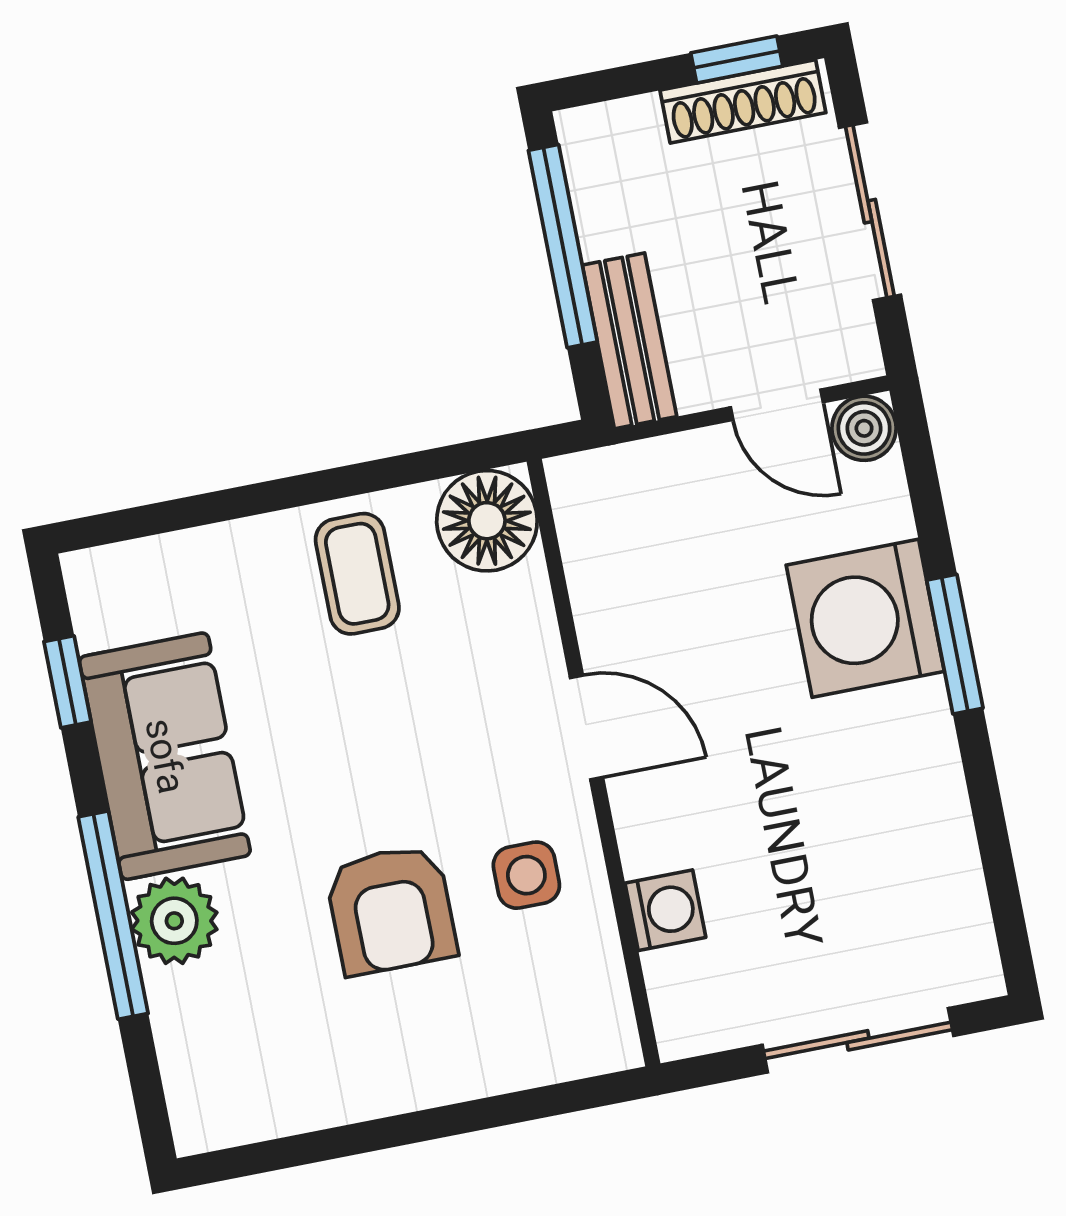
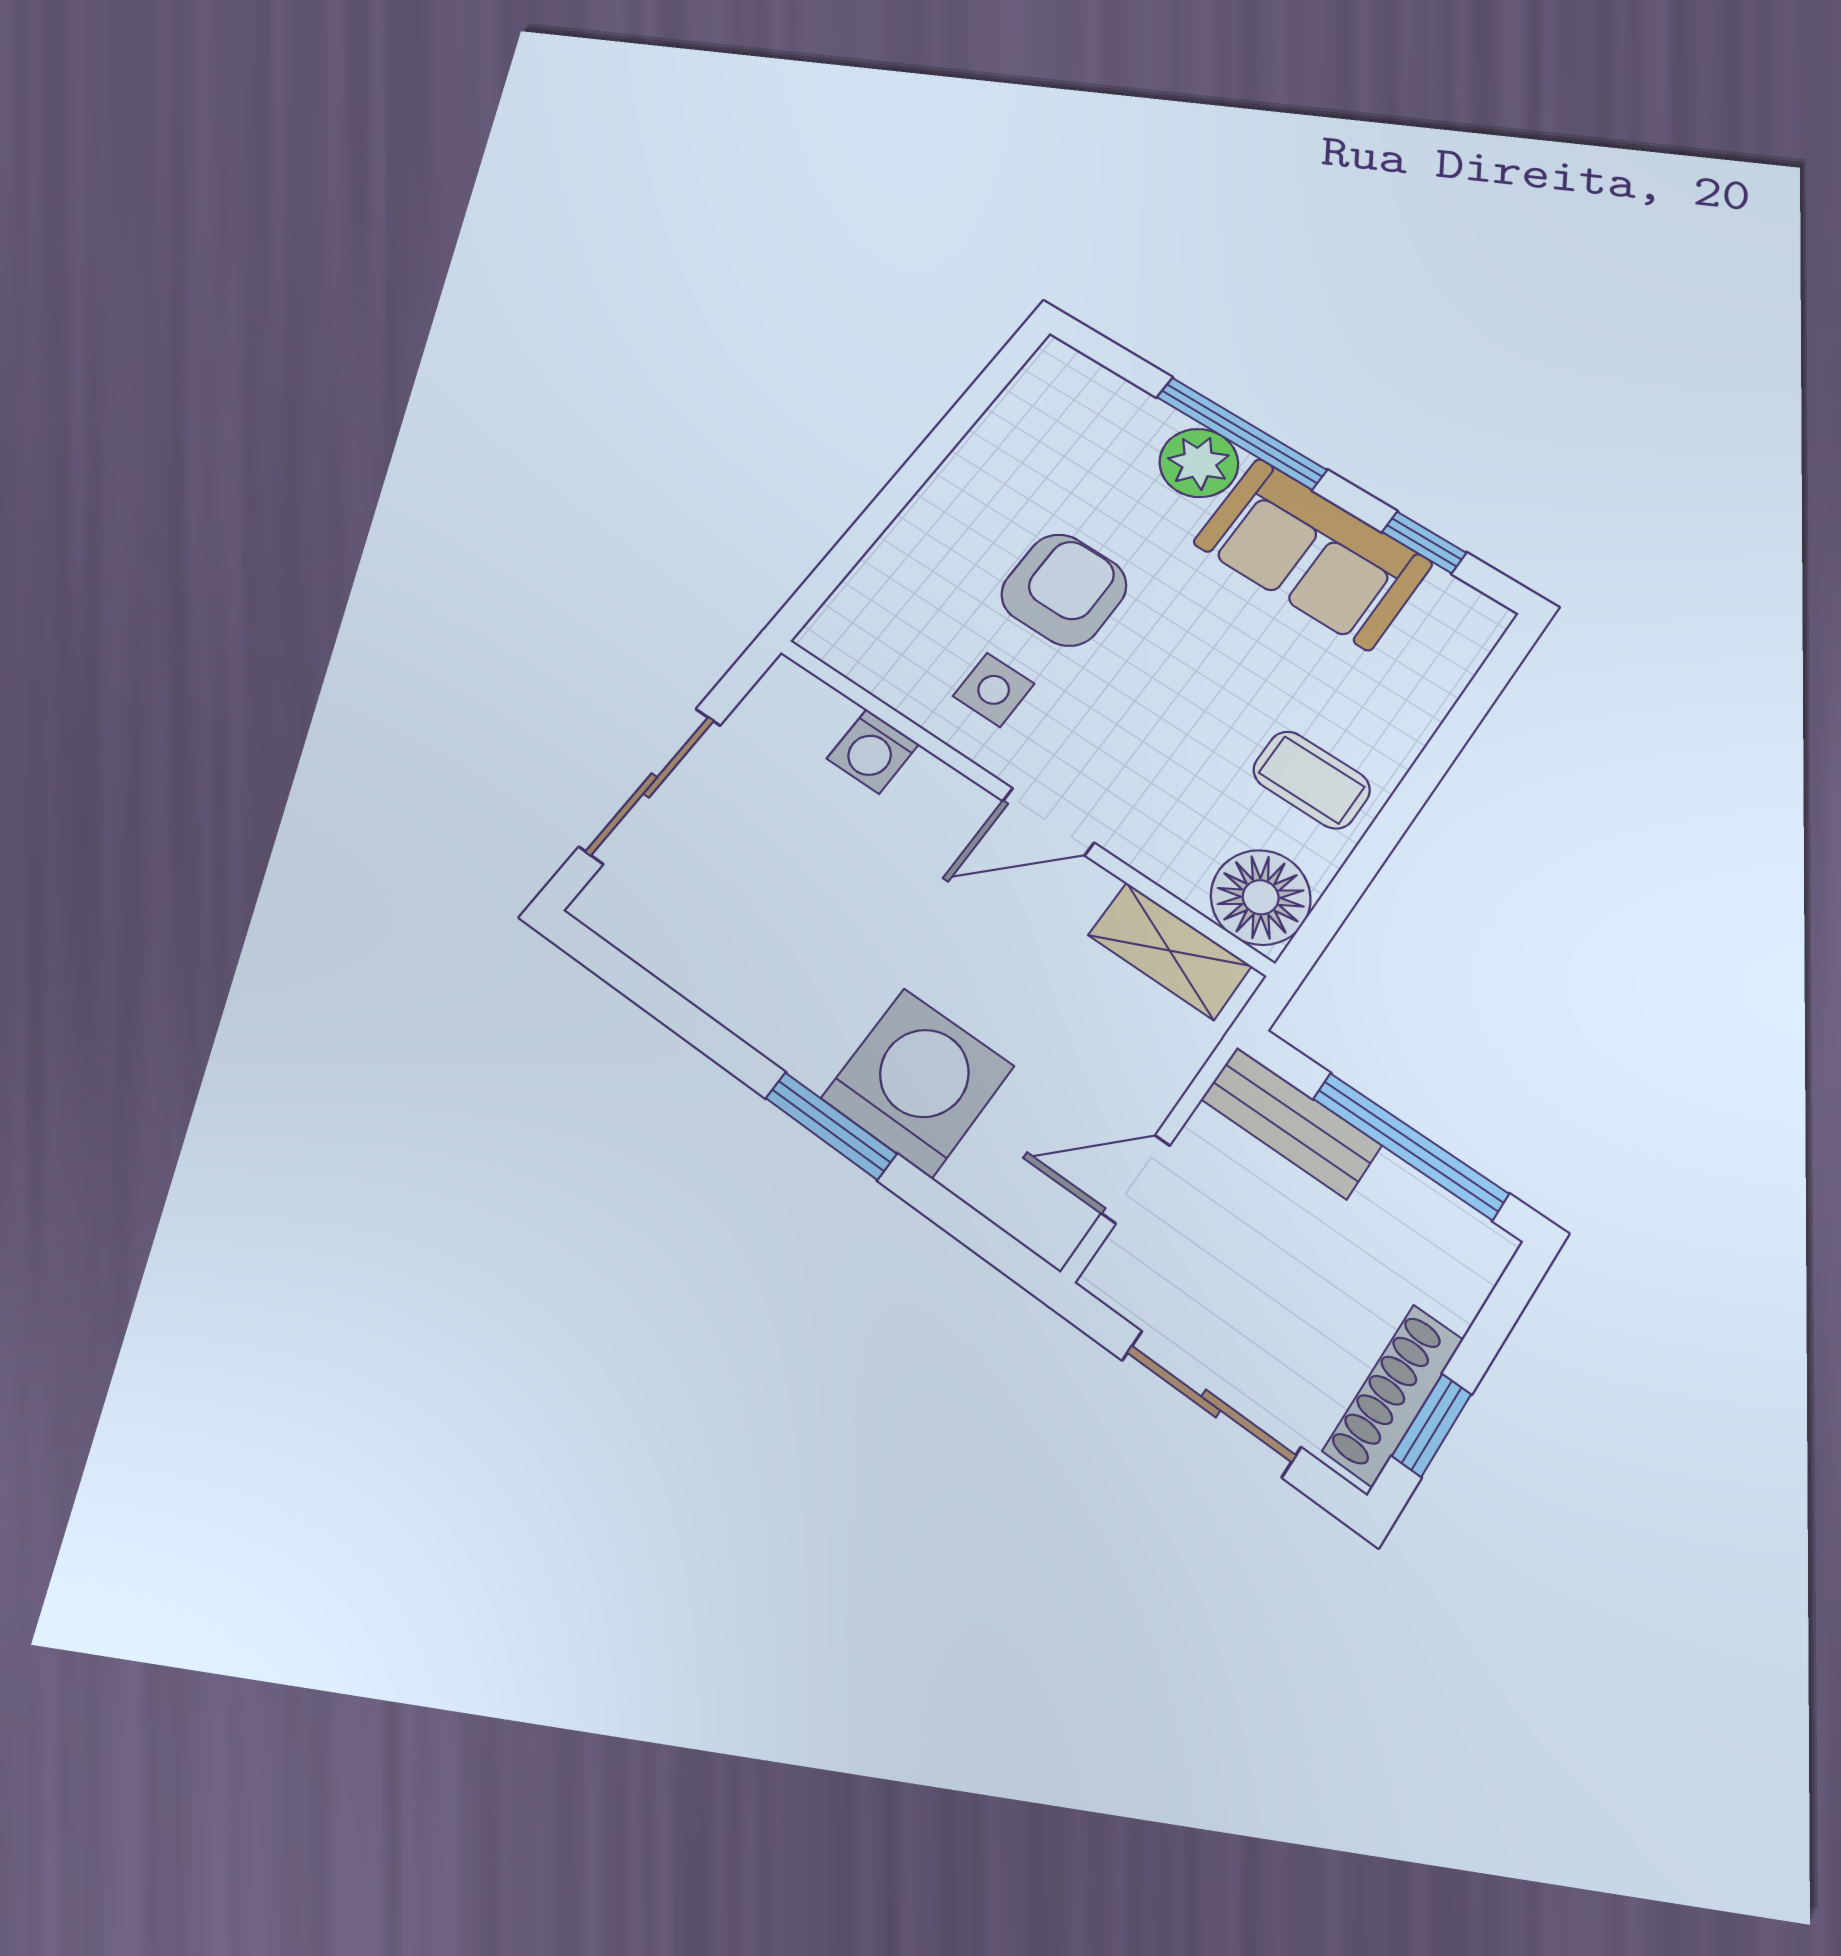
boiler: (864, 428) -> (1053, 1225), removed
shelving: (593, 544) -> (1170, 951), added
armchair: (391, 910) -> (1064, 590), turned 90

